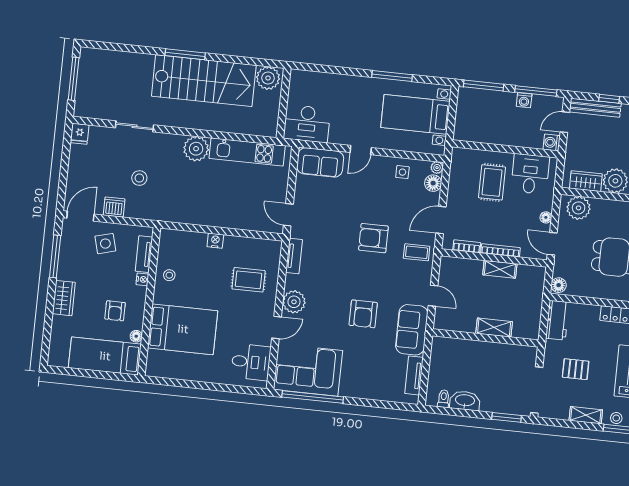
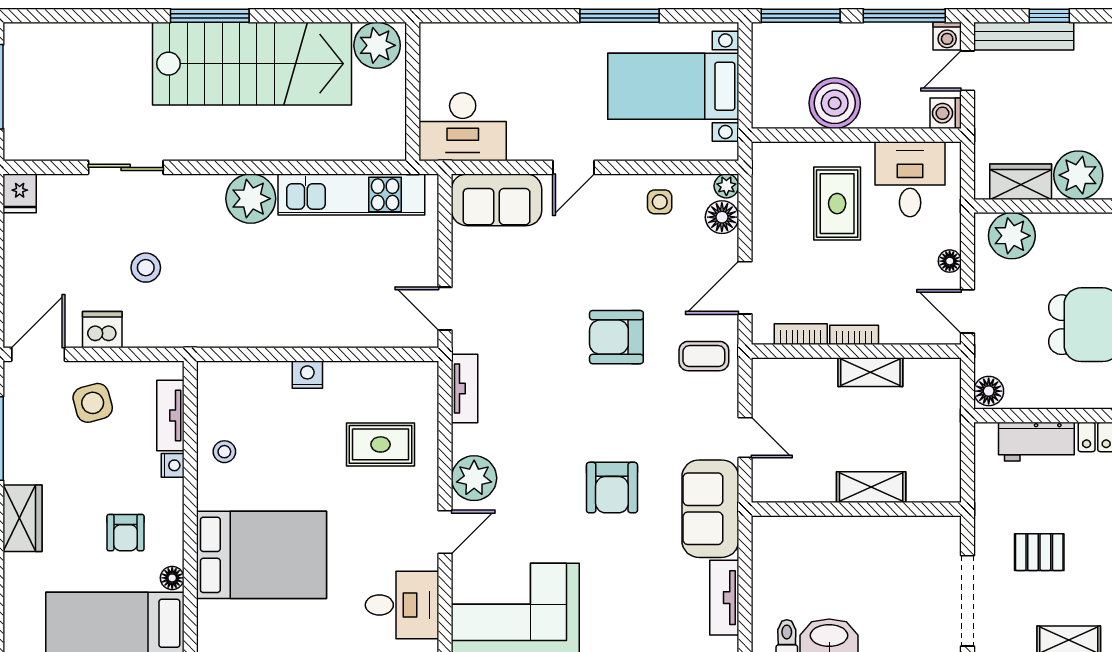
washing machine: (524, 100) -> (947, 36), moved
boiler: (496, 132) -> (835, 103), added
bookcase: (501, 250) -> (854, 335), width x0.64
workbench: (557, 320) -> (1036, 442), moved, turned 90

